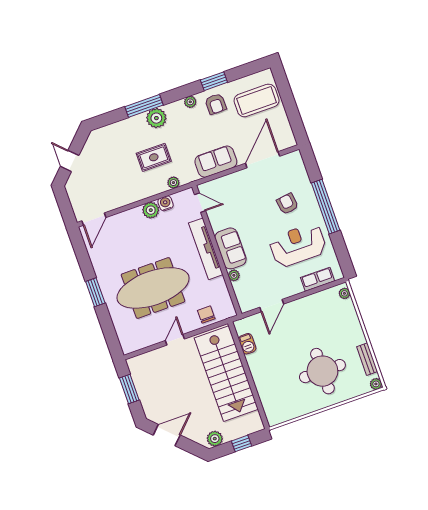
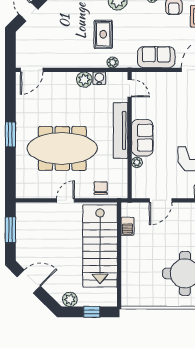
rug: (154, 157) -> (103, 34), turned 90

